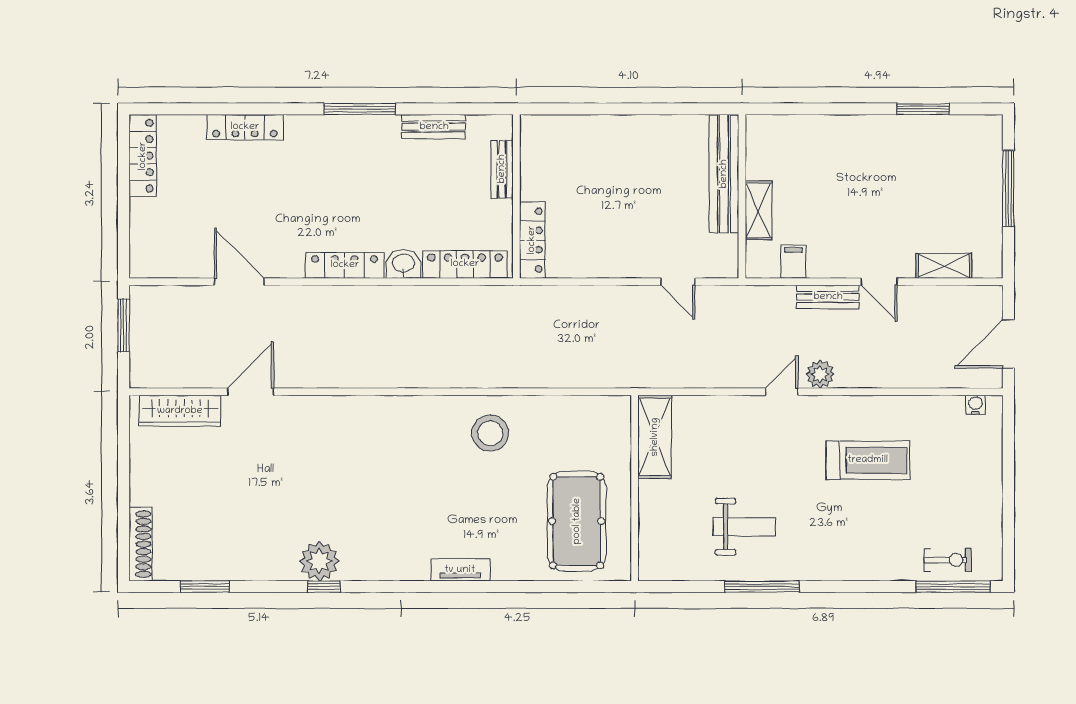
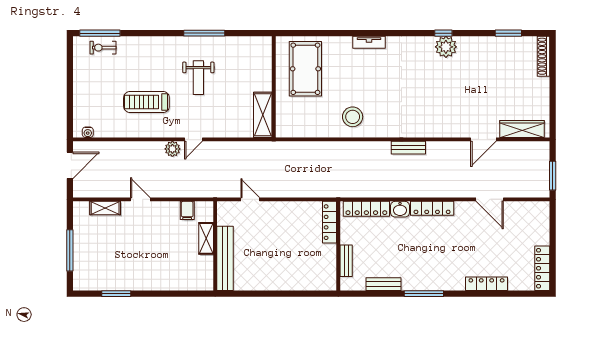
bench: (828, 297) -> (408, 148), moved
weight bench: (744, 527) -> (198, 78), moved, turned -90

